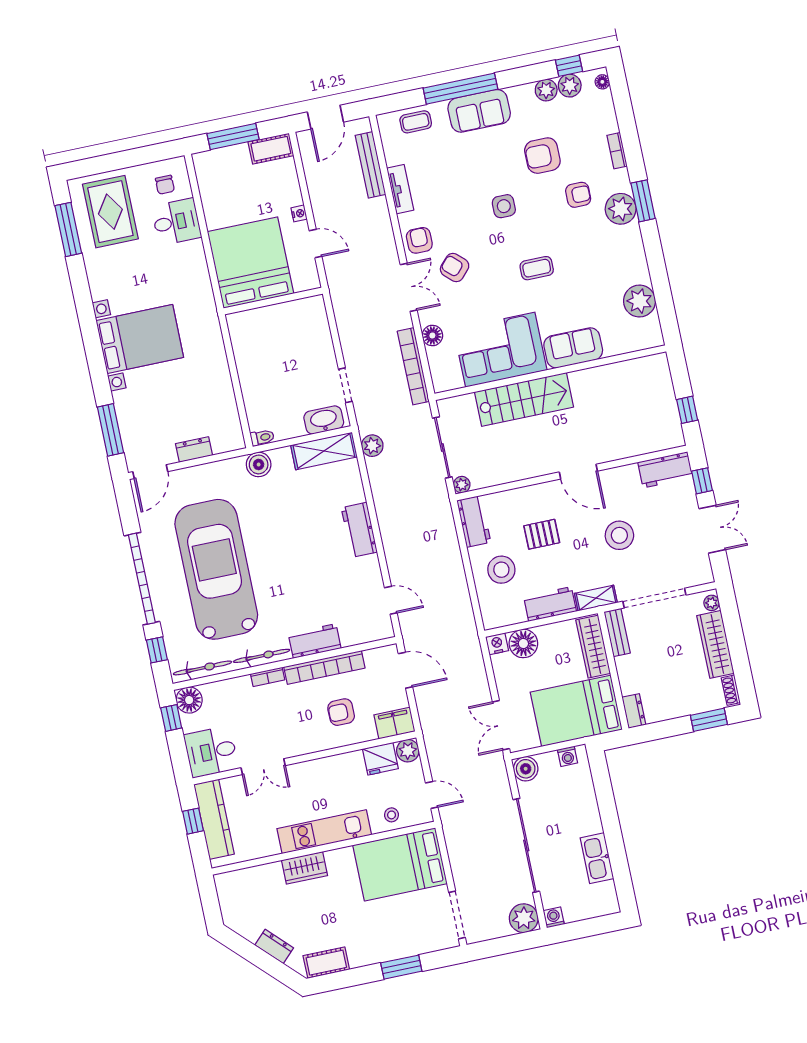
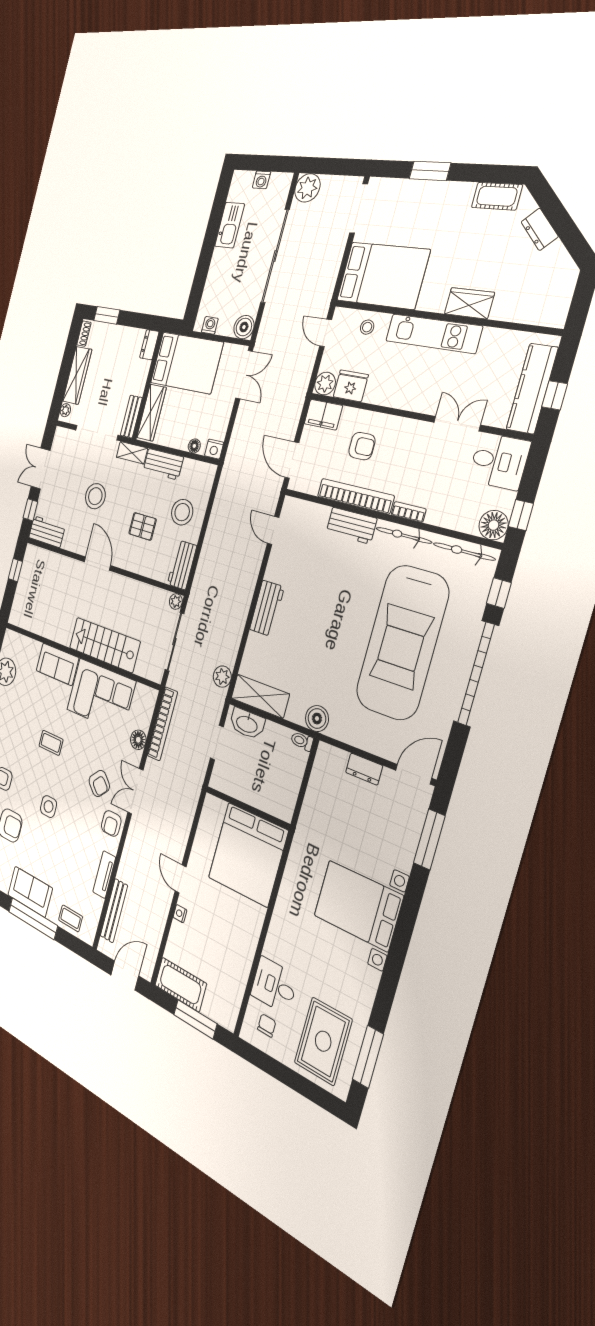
cot: (271, 149) -> (181, 984), width x1.37, depth x1.34
bed: (251, 263) -> (248, 854), moved
wall: (273, 301) -> (247, 808), moved
floor lamp: (523, 643) -> (194, 446), width x0.53, depth x0.53
washing machine: (554, 917) -> (261, 180), moved

